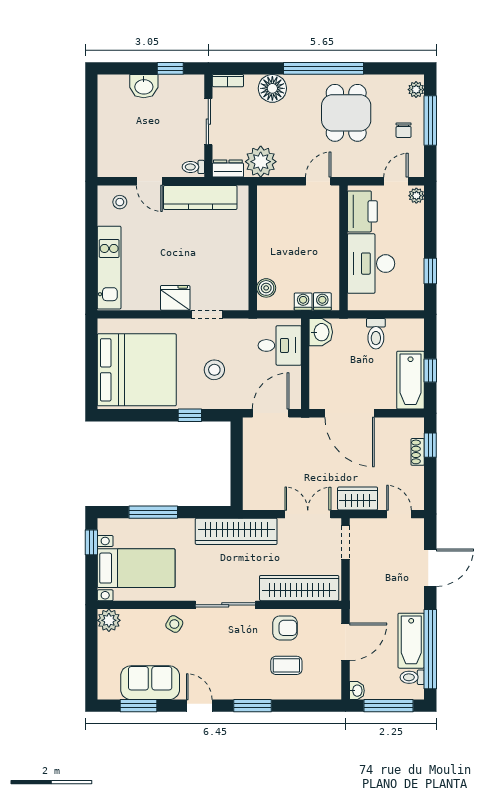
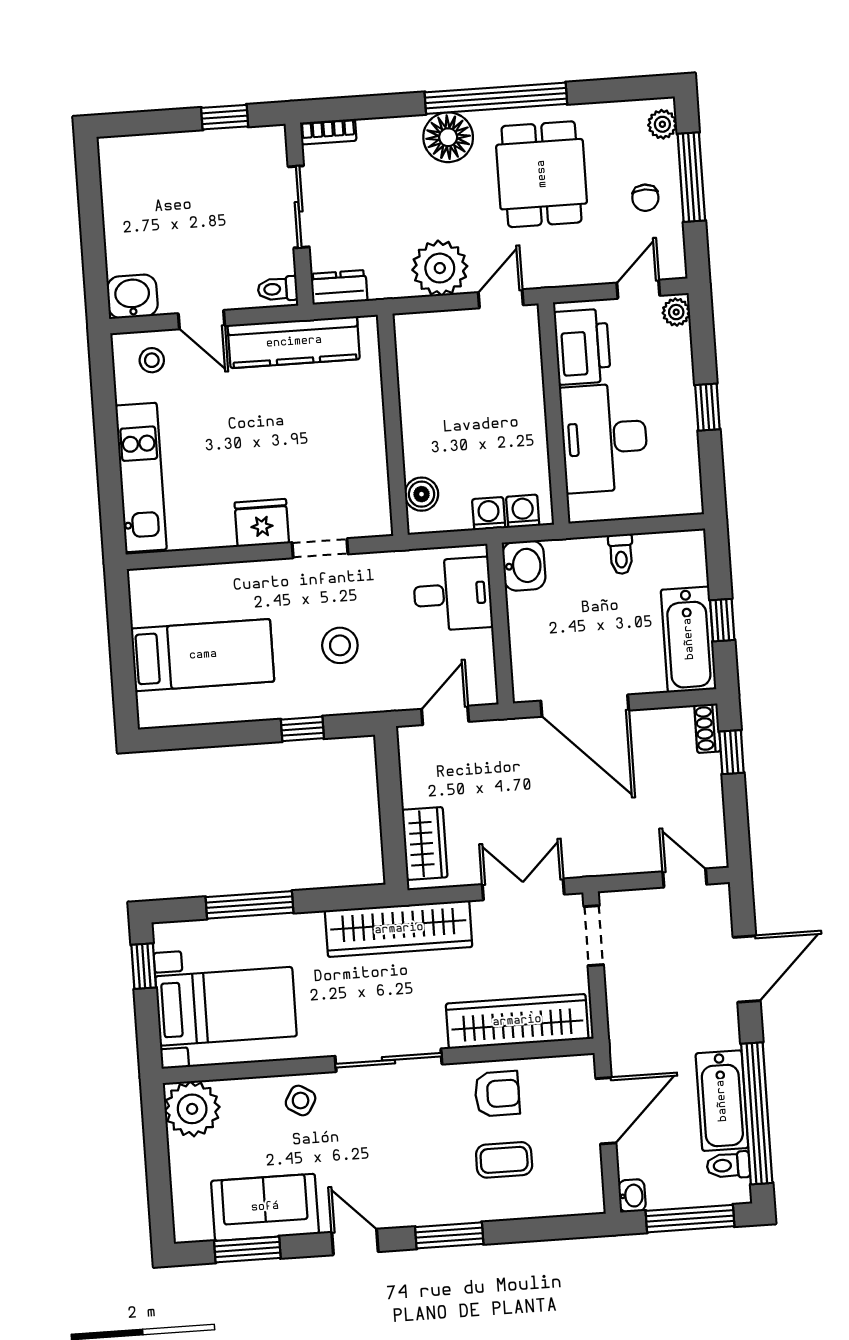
washbasin: (144, 86) -> (132, 296), moved, turned 180
floor lamp: (272, 88) -> (448, 137), moved
plant: (261, 162) -> (440, 268), moved
window: (430, 271) -> (707, 407), moved
toilet: (376, 334) -> (621, 554), width x0.73, depth x0.72
bed: (137, 370) -> (203, 655), width x0.49
door: (271, 413) -> (445, 715), width x0.73
shoe rack: (418, 452) -> (707, 728), moved
wardrobe: (358, 499) -> (425, 843), moved, turned 90
plant: (109, 620) -> (192, 1109), width x1.36, depth x1.36

